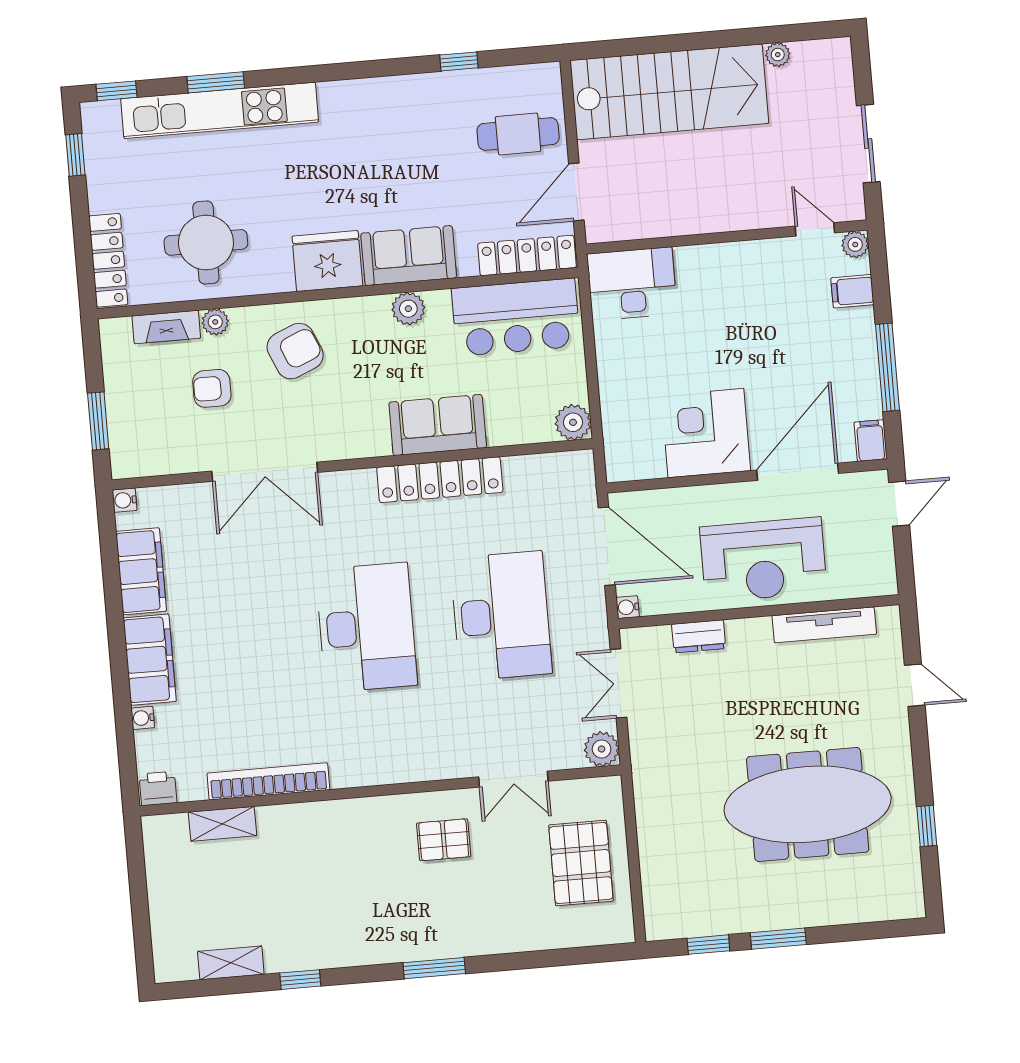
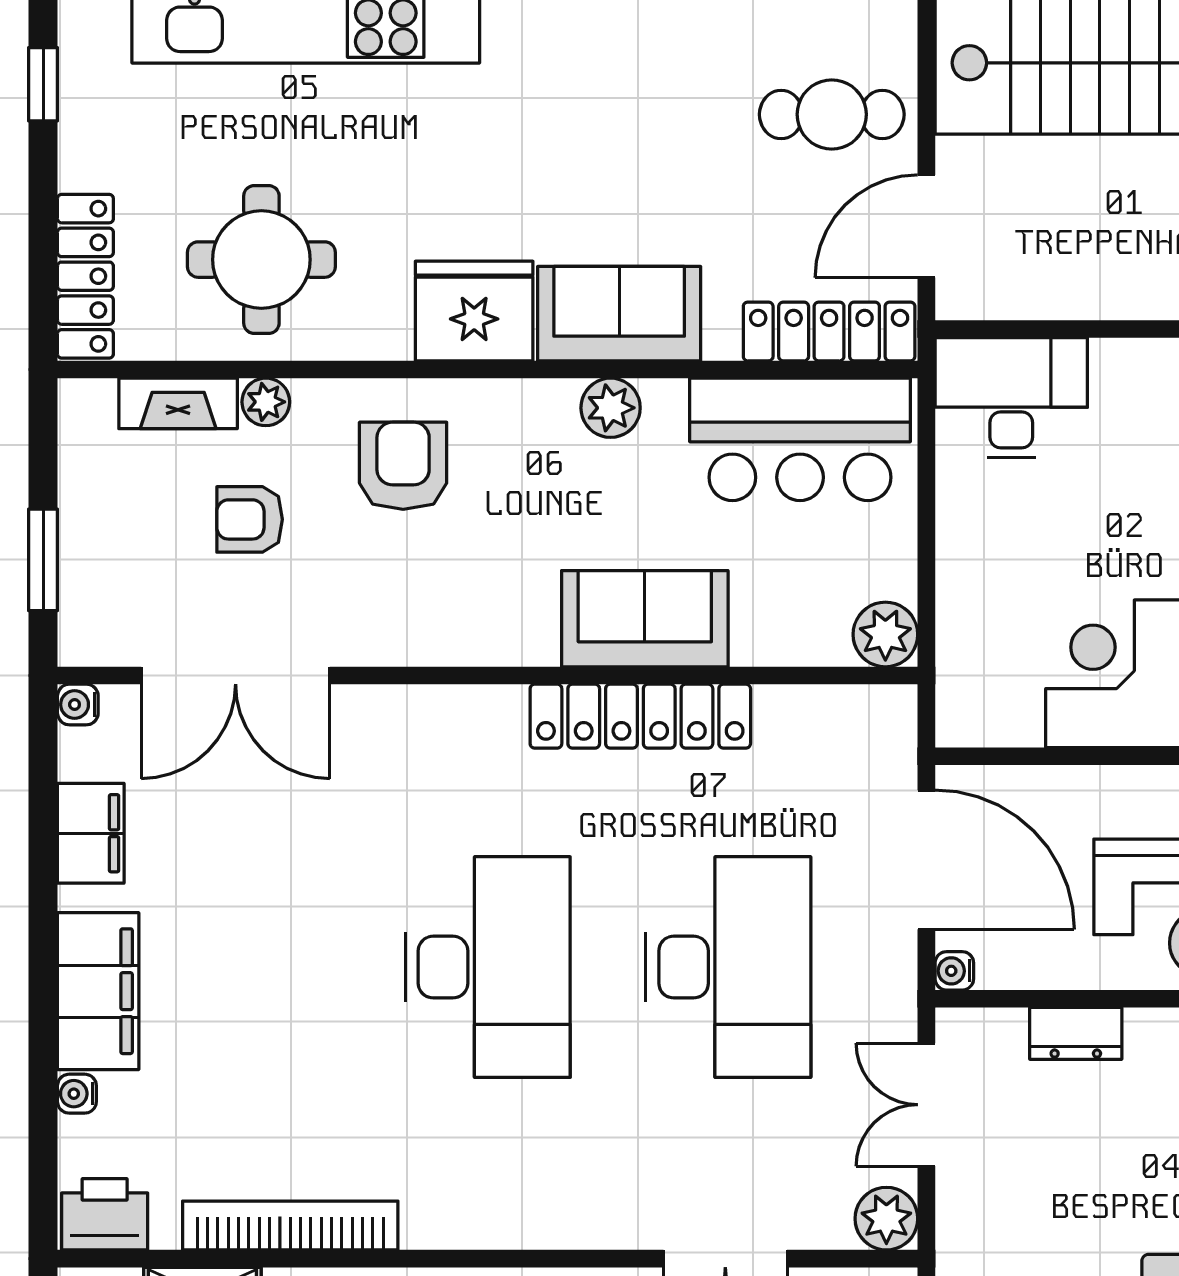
armchair: (295, 351) -> (403, 466), turned -67
double door: (265, 472) -> (236, 675), moved
filing cabinet: (141, 571) -> (91, 833), width x0.67, depth x0.86
printer: (158, 789) -> (105, 1214), width x1.36, depth x1.24

